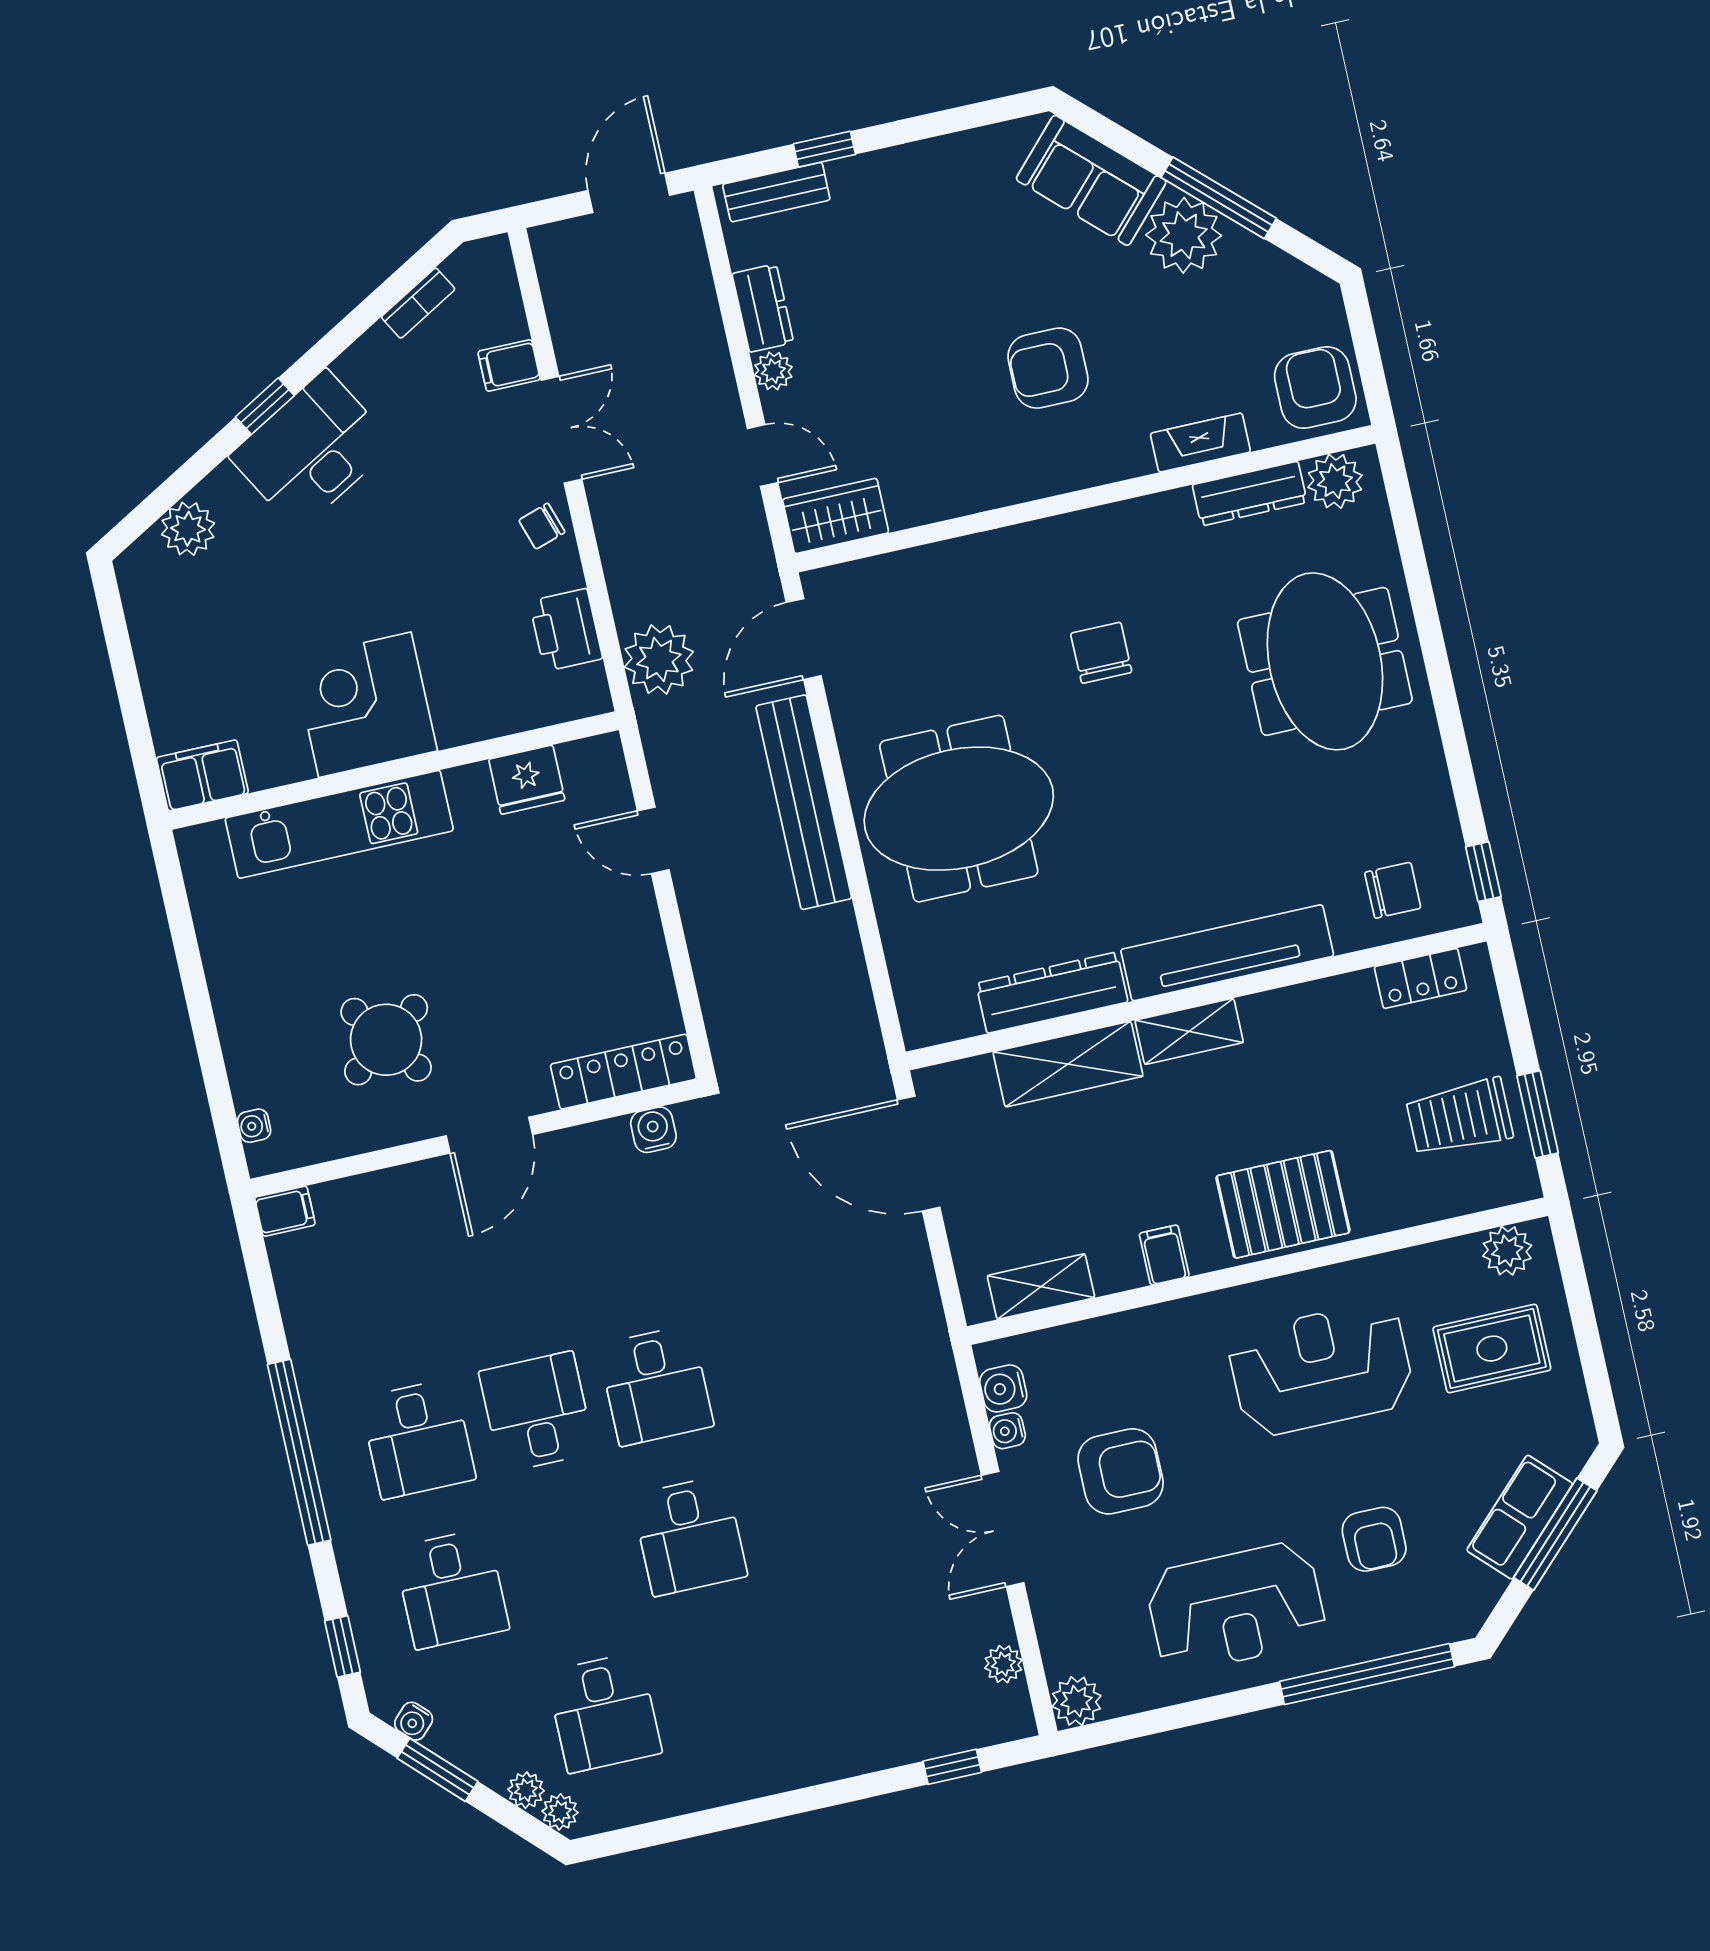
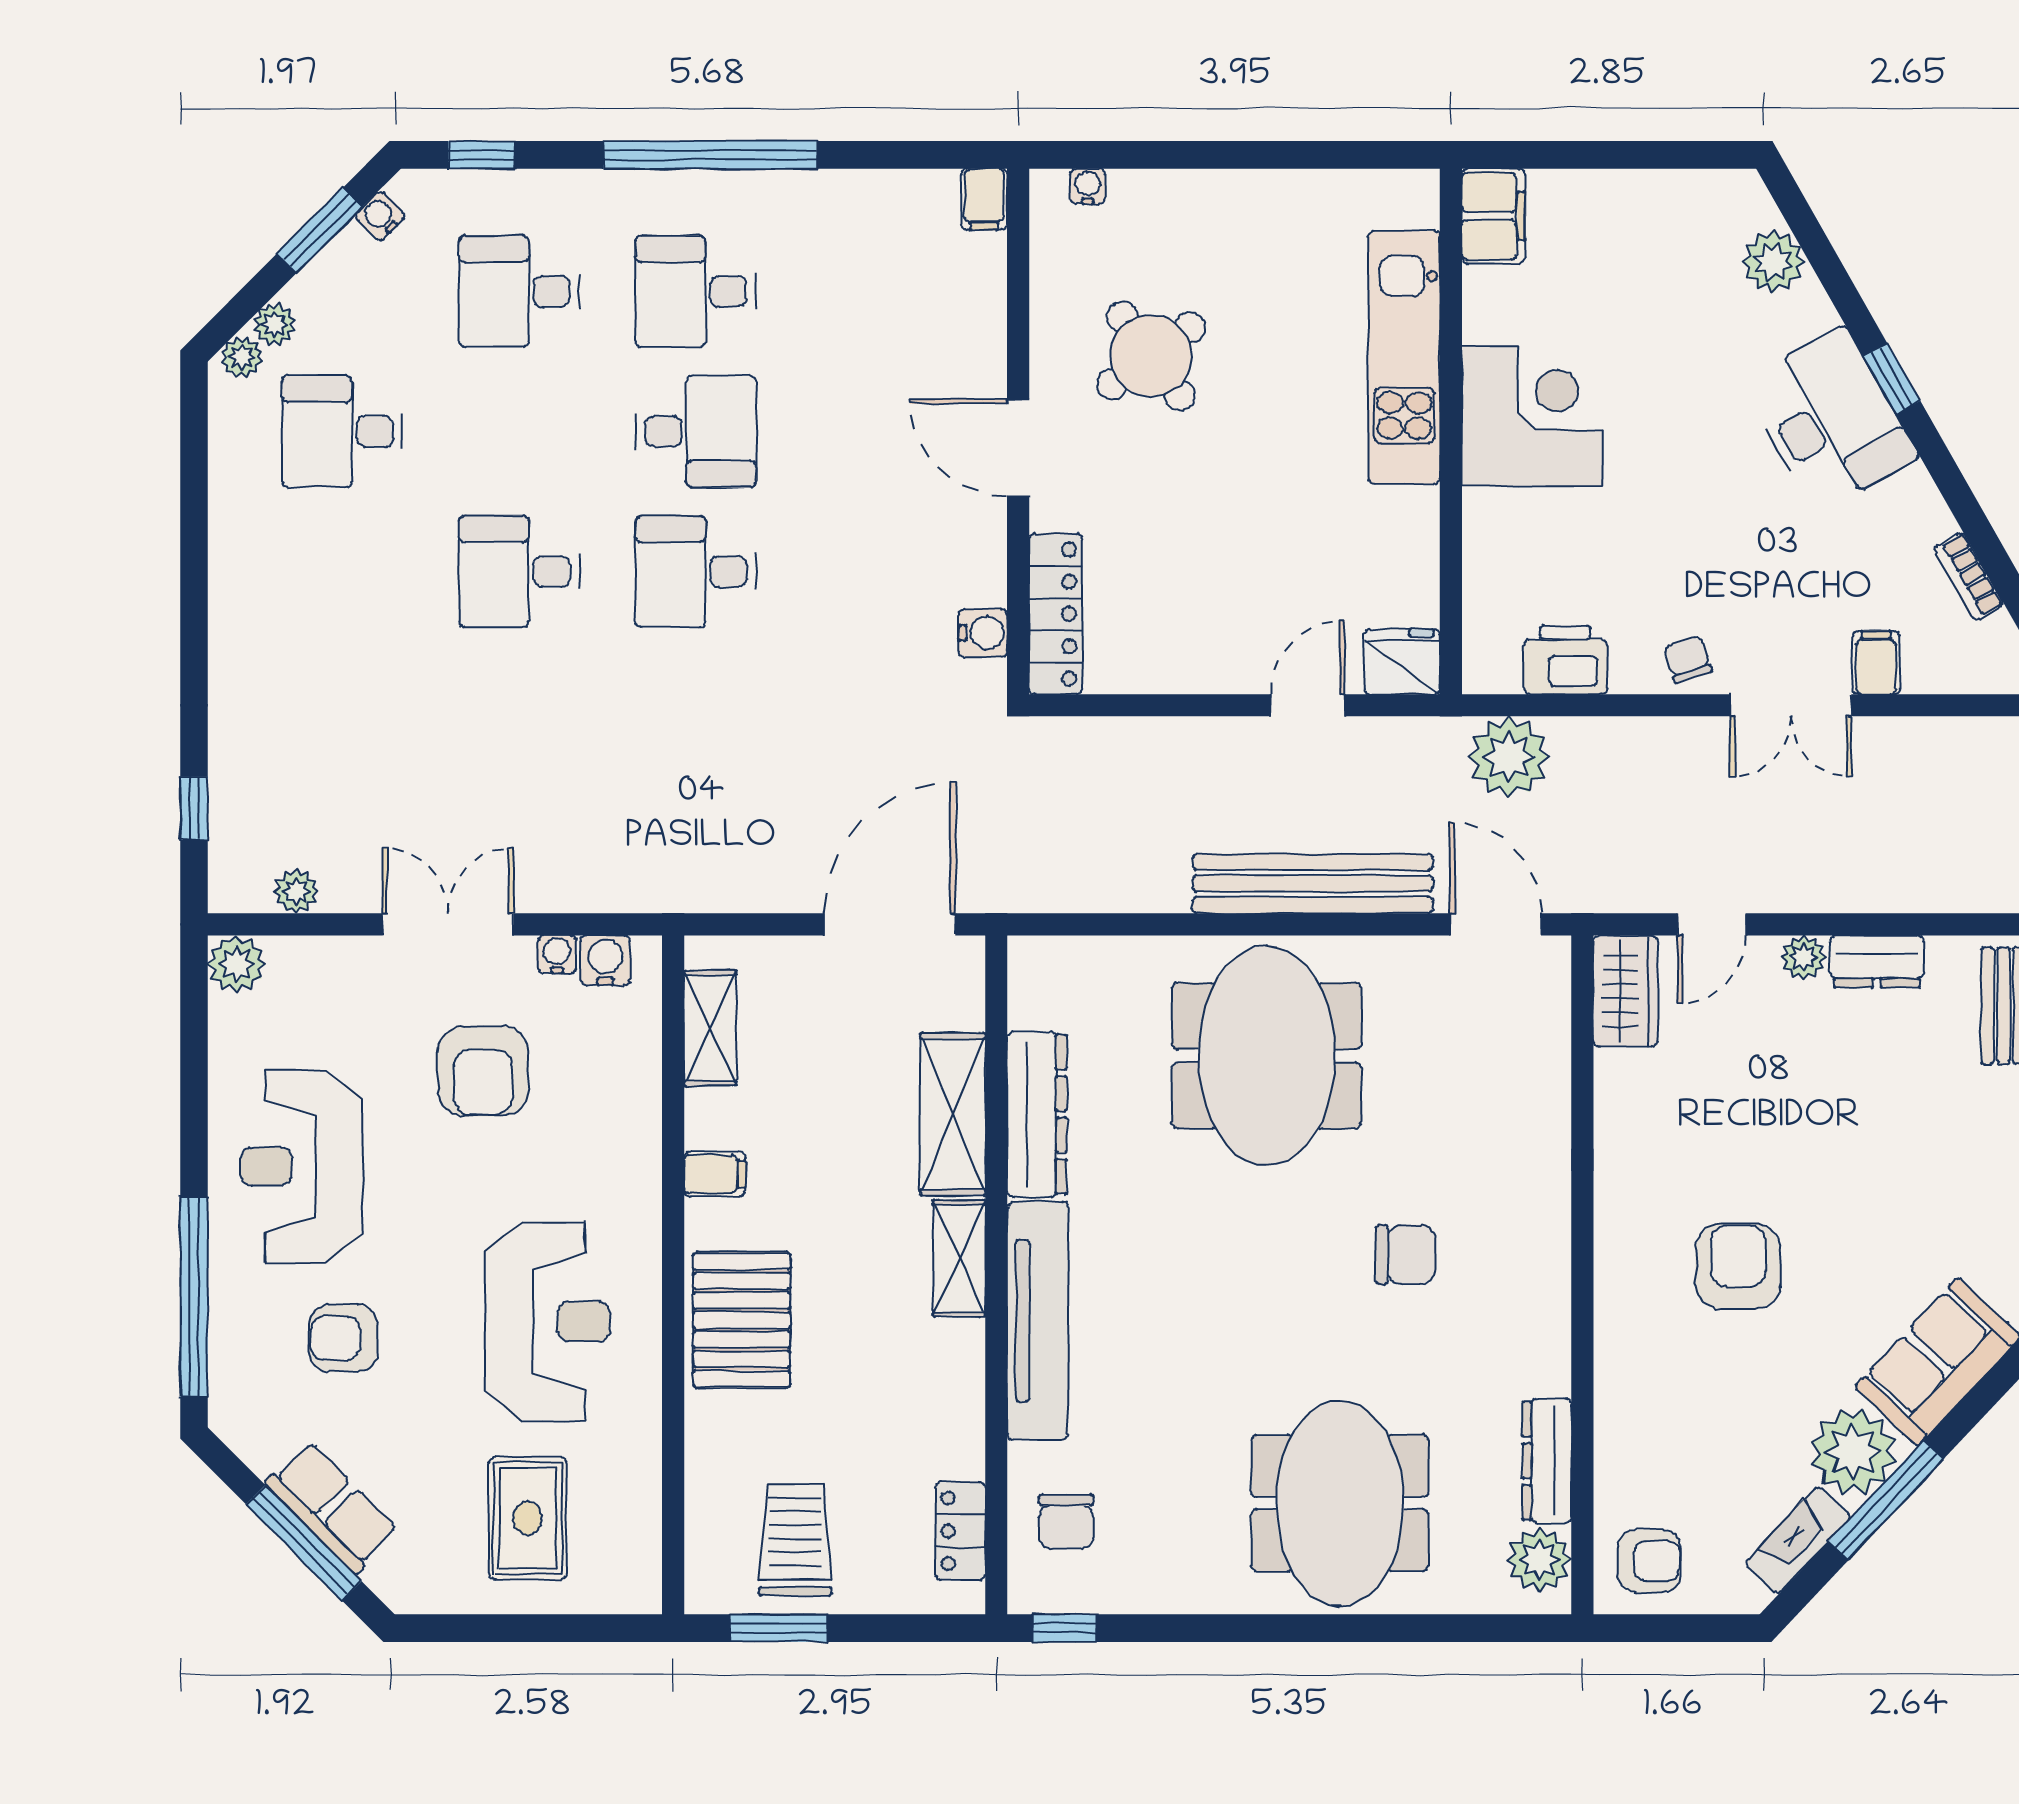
armchair: (1315, 388) -> (1649, 1561), width x0.72, depth x0.72
fireplace: (1200, 443) -> (1798, 1540), moved, turned -137
meeting table: (1325, 661) -> (1340, 1503), turned 90
fridge: (527, 780) -> (1402, 662), moved, turned 90
plant: (1507, 1251) -> (633, 1560), removed

